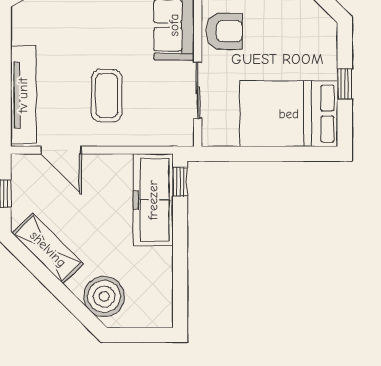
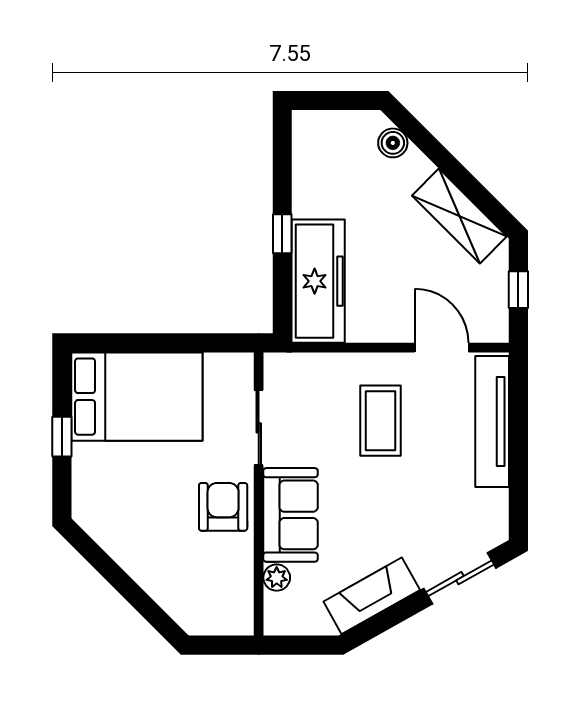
armchair: (224, 31) -> (223, 507), turned 90
window: (180, 182) -> (282, 234), moved
boiler: (104, 296) -> (393, 143), width x0.54, depth x0.54

